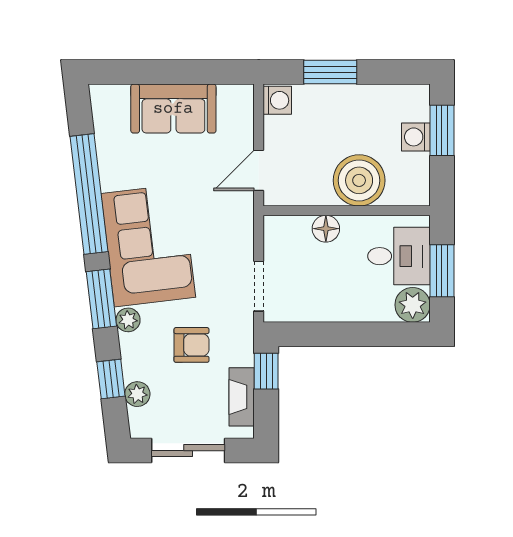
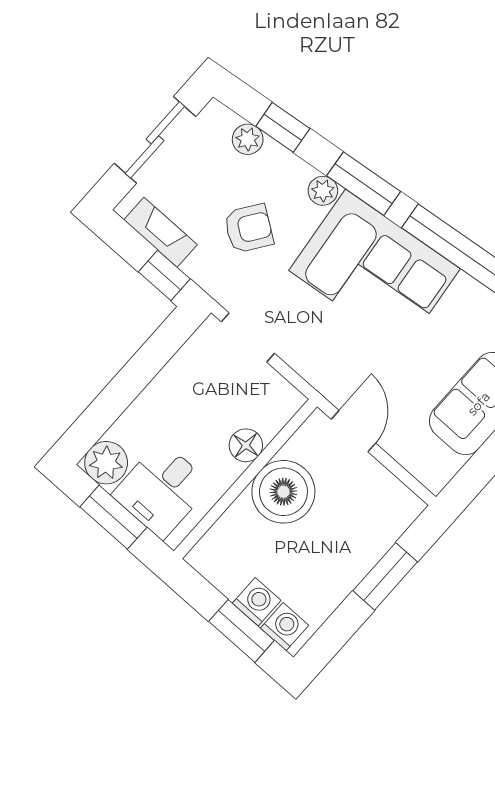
washing machine: (277, 100) -> (285, 627), moved, turned 180
boiler: (359, 180) -> (283, 492), moved
armchair: (191, 345) -> (249, 228), turned -145

